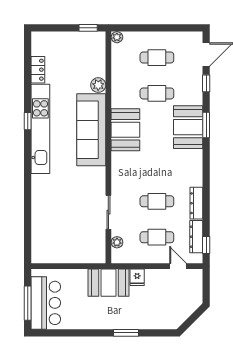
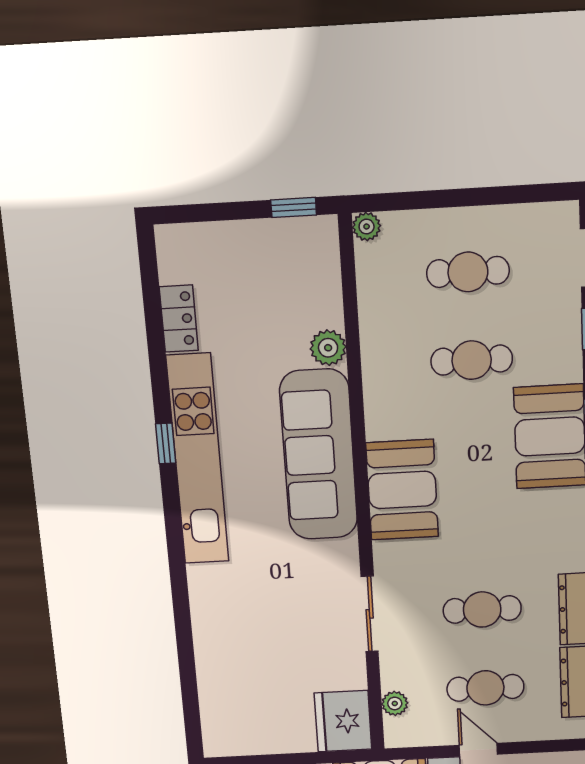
booth: (125, 130) -> (402, 490), moved
sliding door: (108, 212) -> (370, 614), moved
fridge: (94, 249) -> (343, 721), added
door: (178, 266) -> (478, 750), moved

